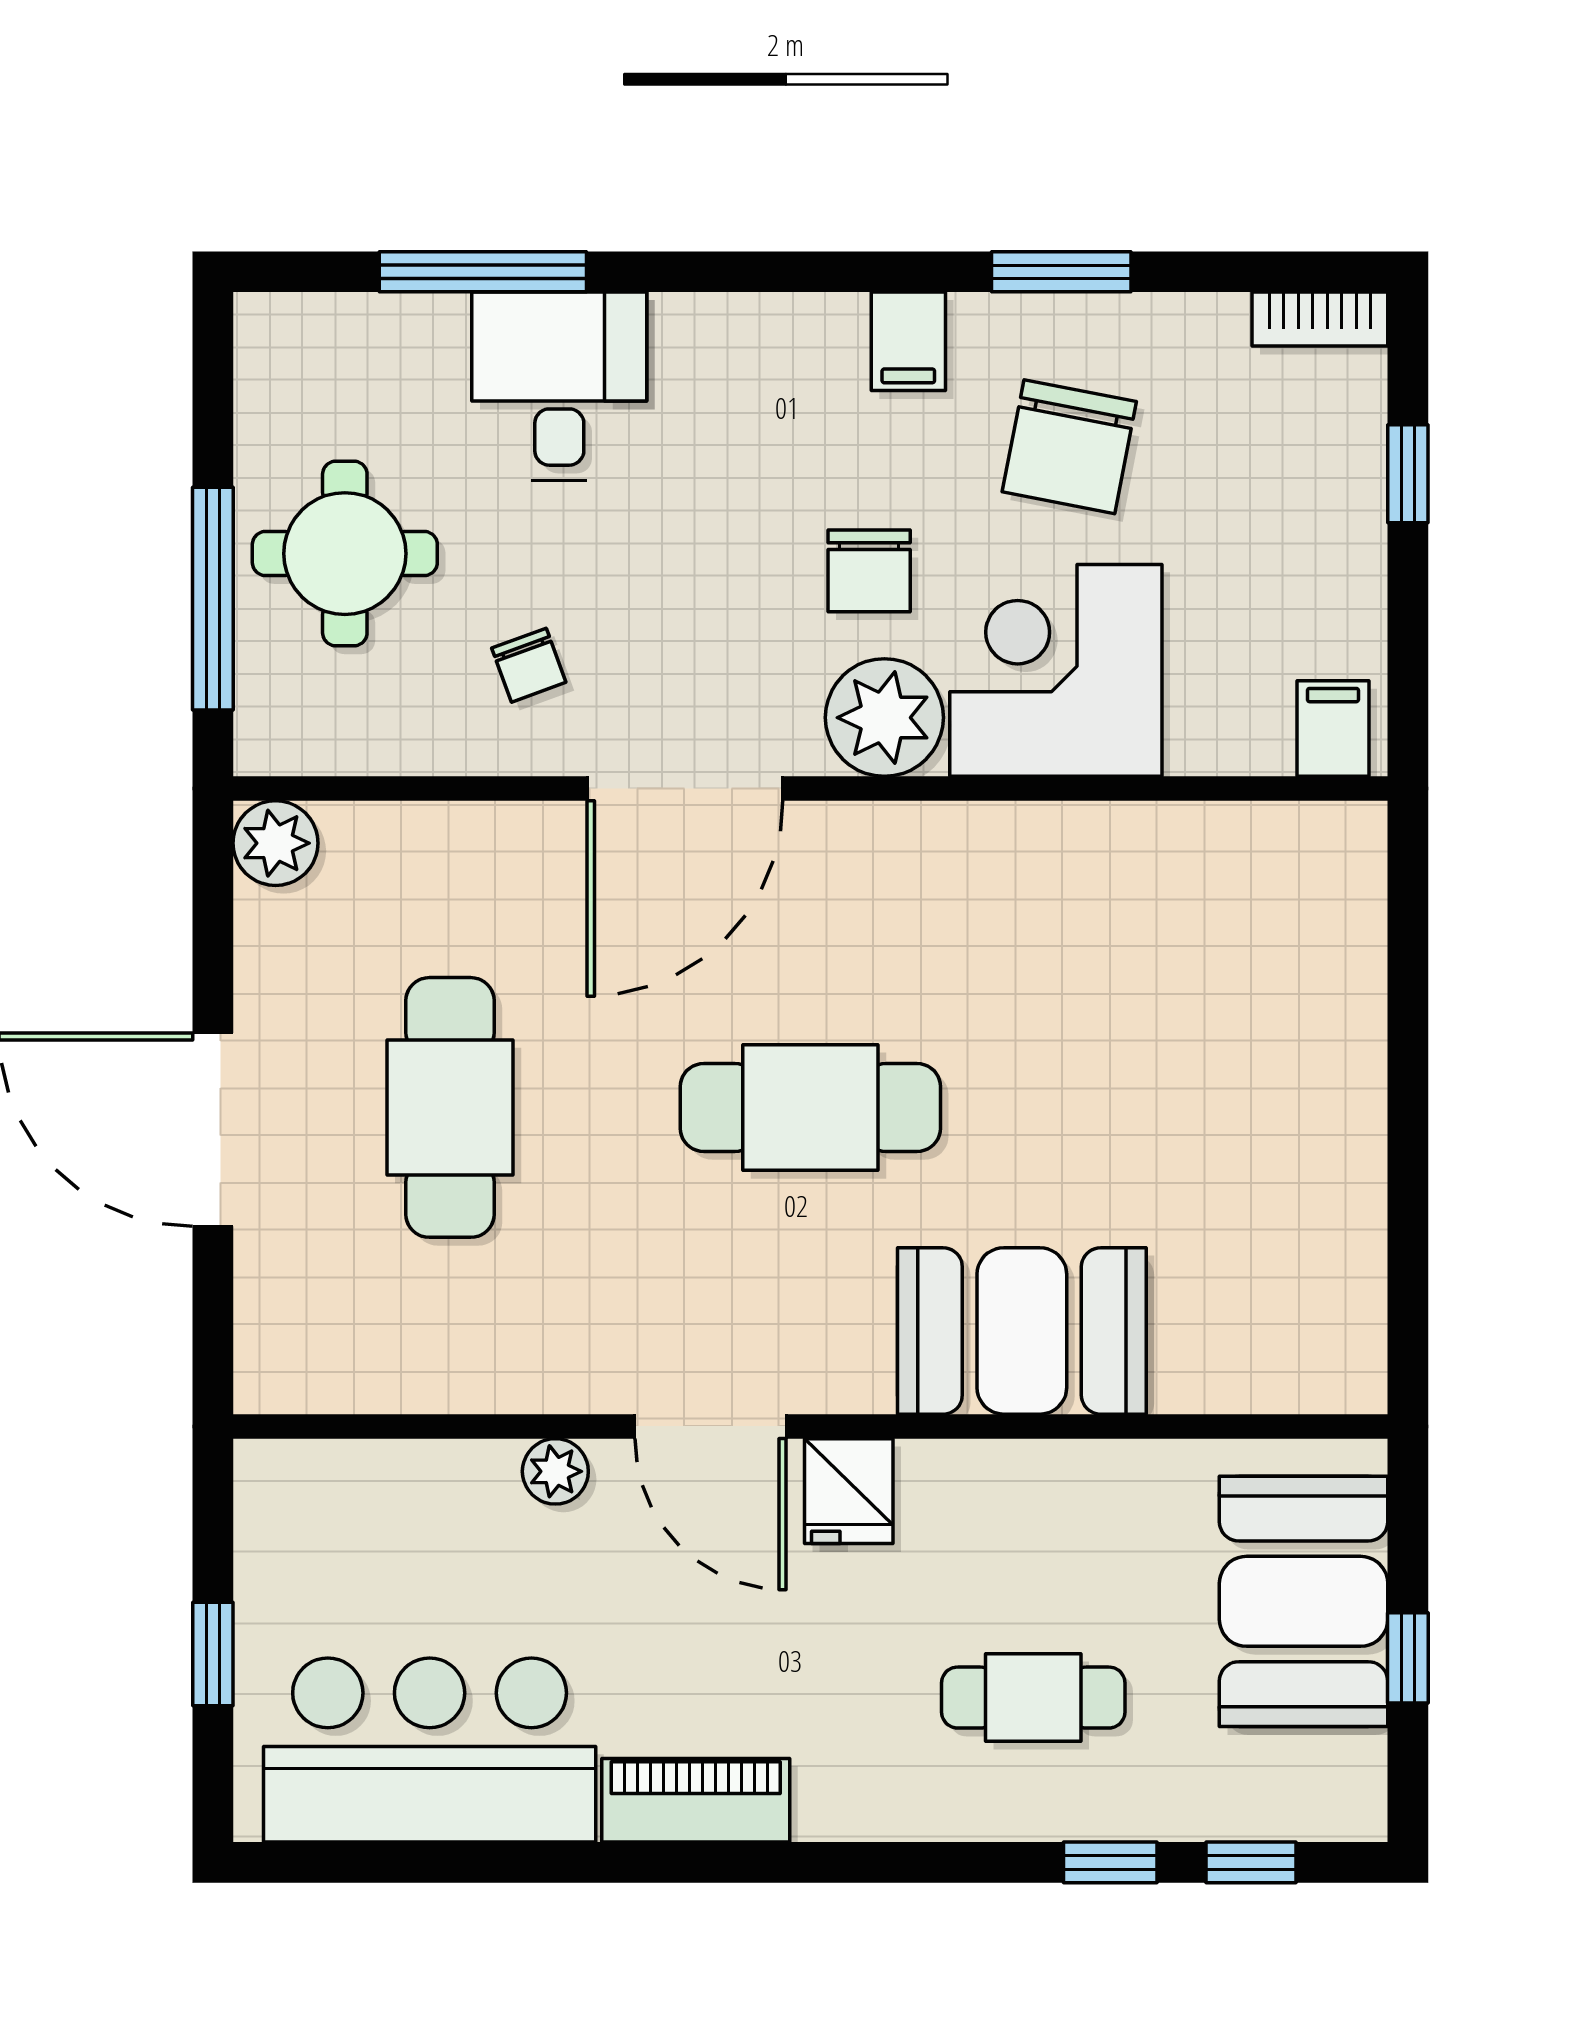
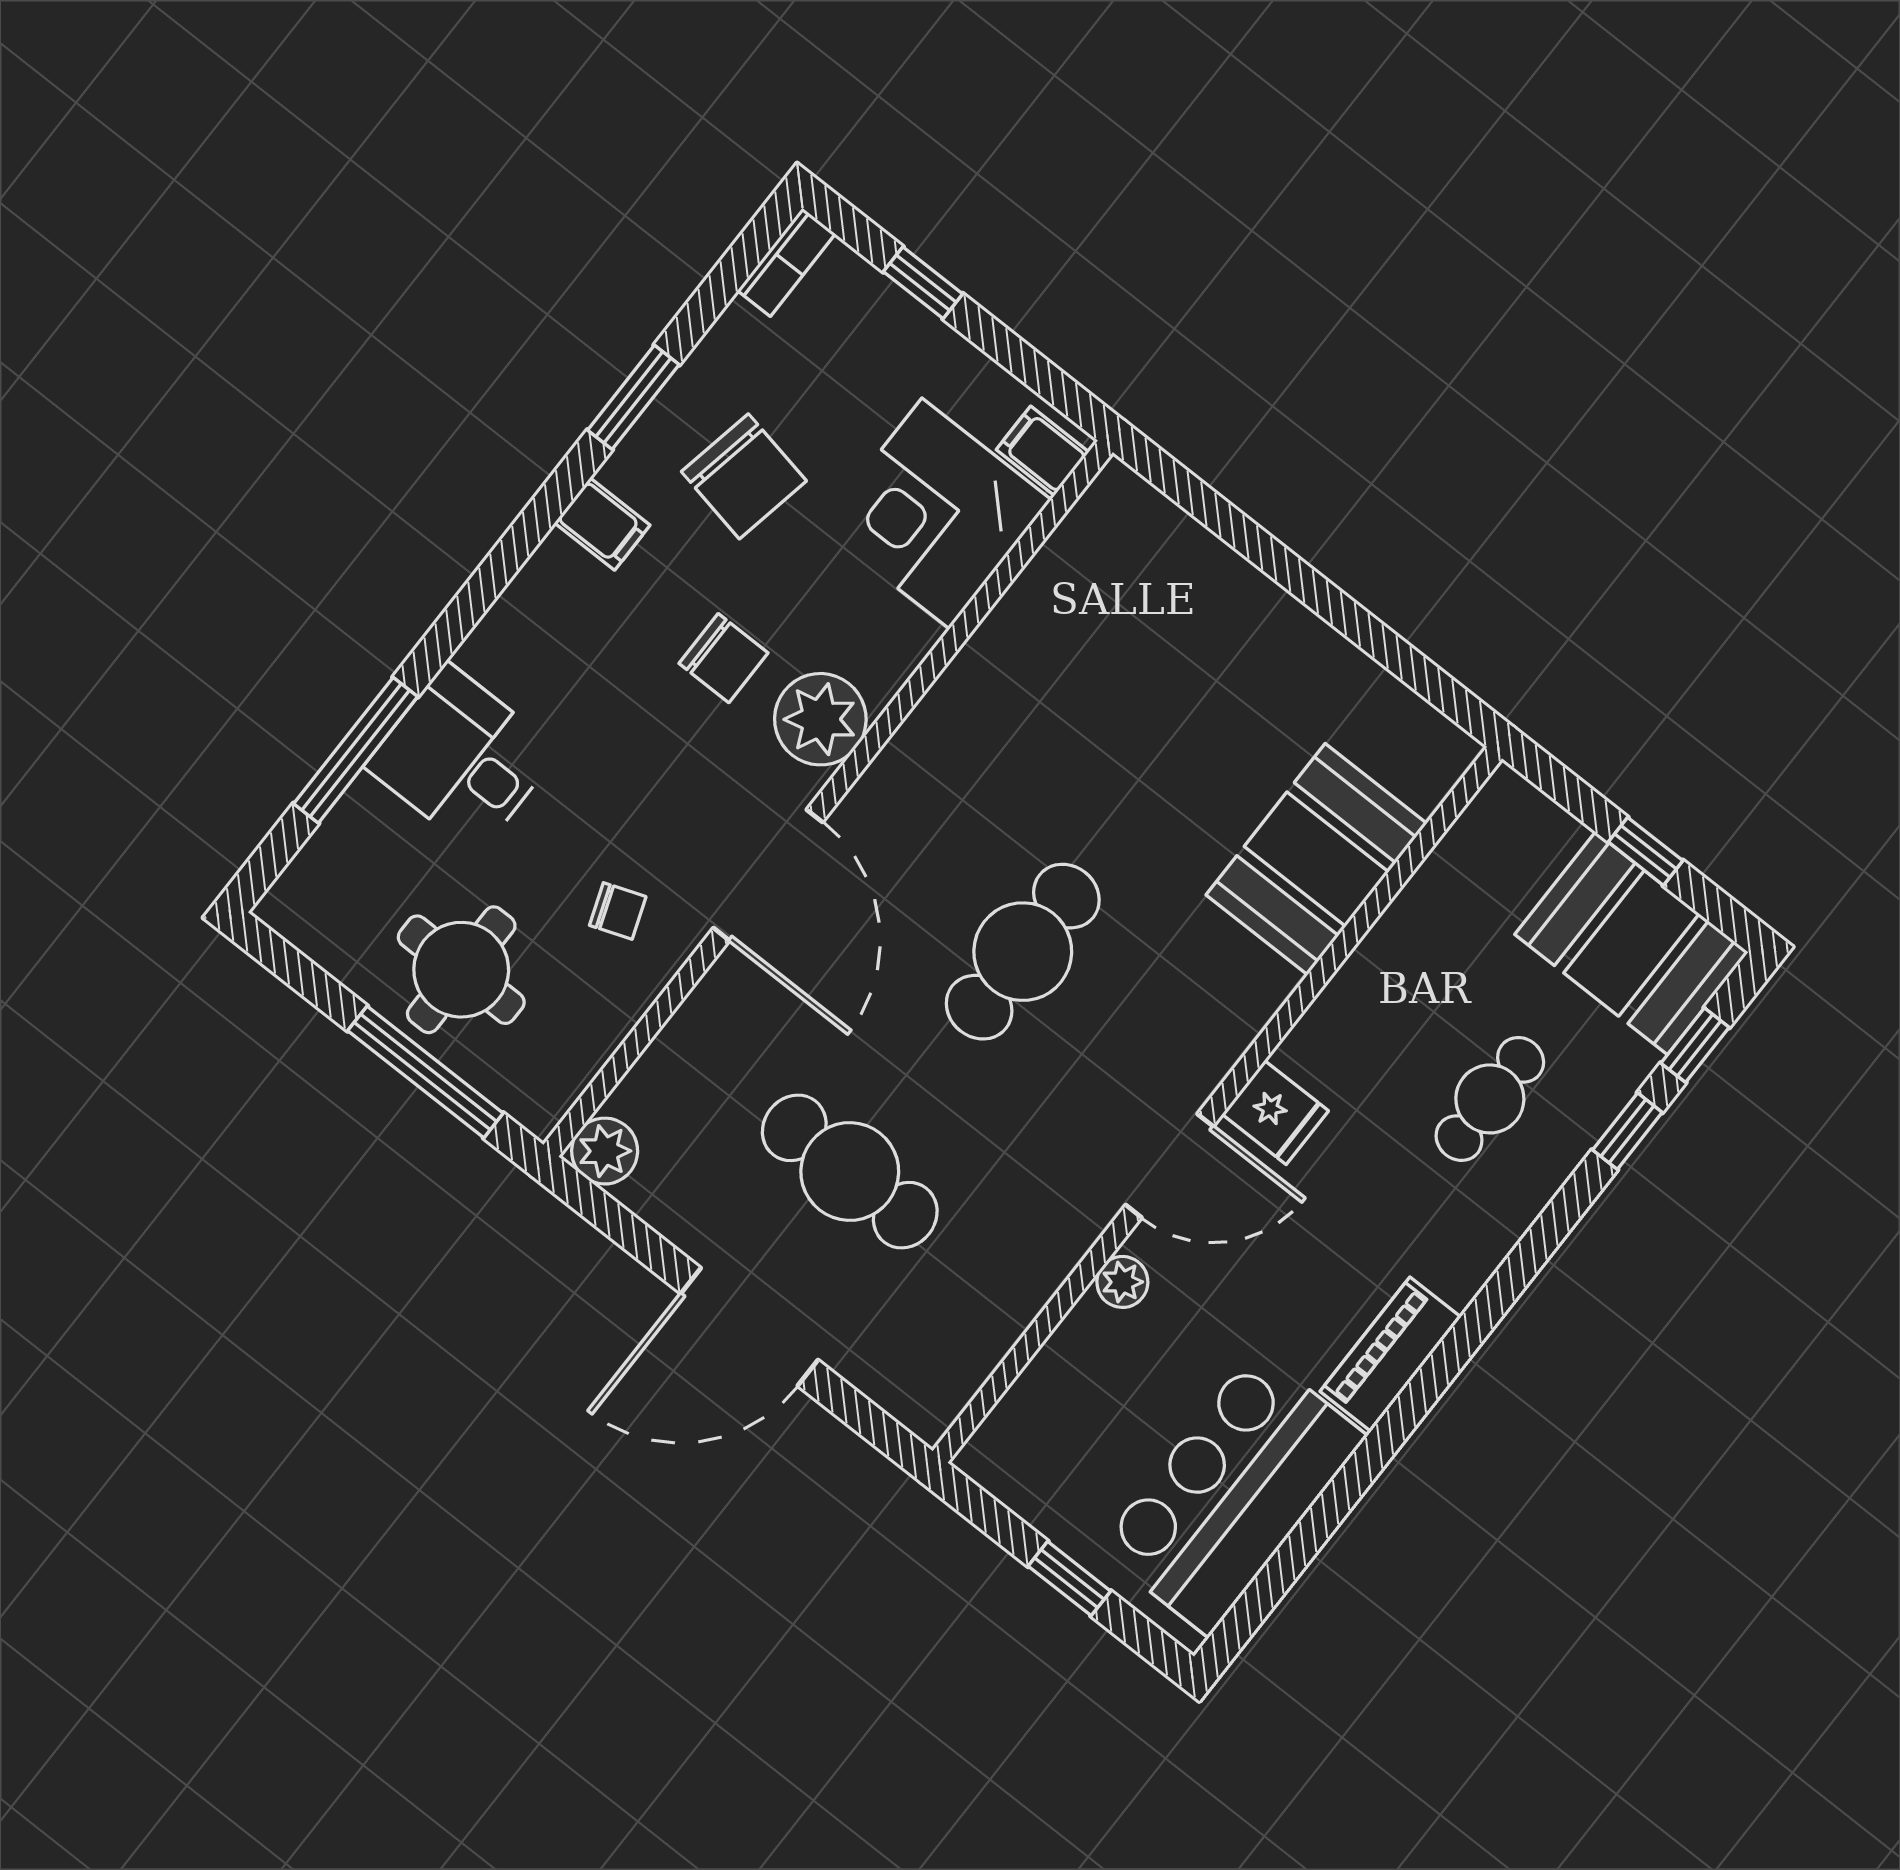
corner desk: (1056, 670) -> (936, 513), moved
booth: (1022, 1331) -> (1316, 859), moved
booth: (1304, 1601) -> (1631, 943), moved

